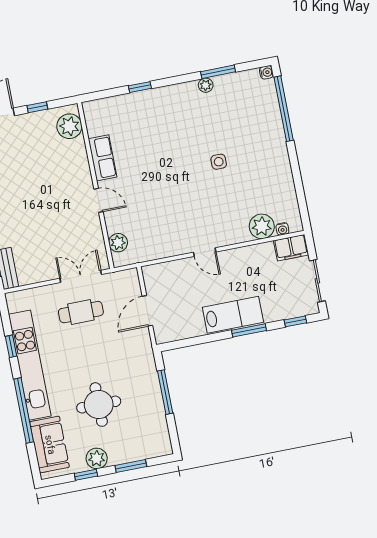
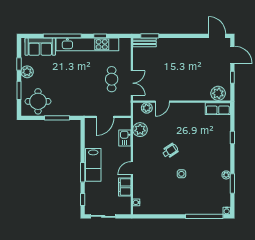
row of seats: (103, 158) -> (218, 109), moved
wheelchair: (183, 189) -> (170, 151), added
door: (98, 200) -> (162, 102), moved
plant: (262, 226) -> (140, 130), moved
filing cabinet: (291, 248) -> (125, 187), moved
door: (205, 252) -> (132, 168), moved
kitchen sink: (177, 270) -> (125, 138), added
door: (147, 311) -> (105, 117), swing flipped
round table: (99, 405) -> (38, 101), moved

